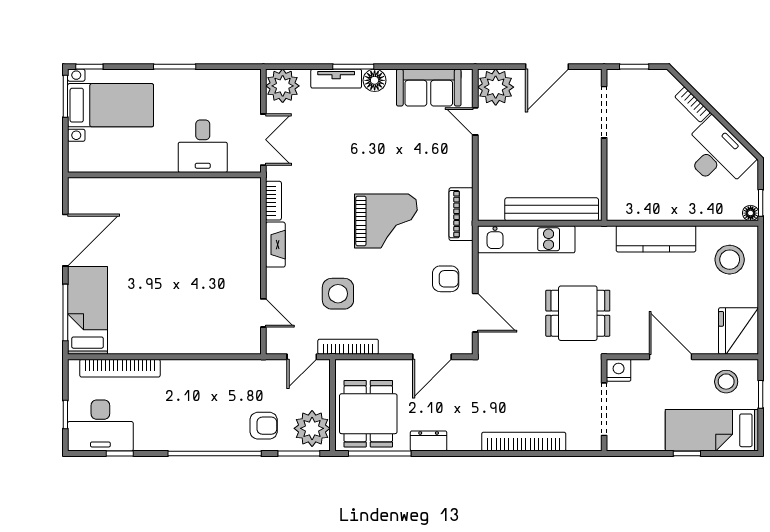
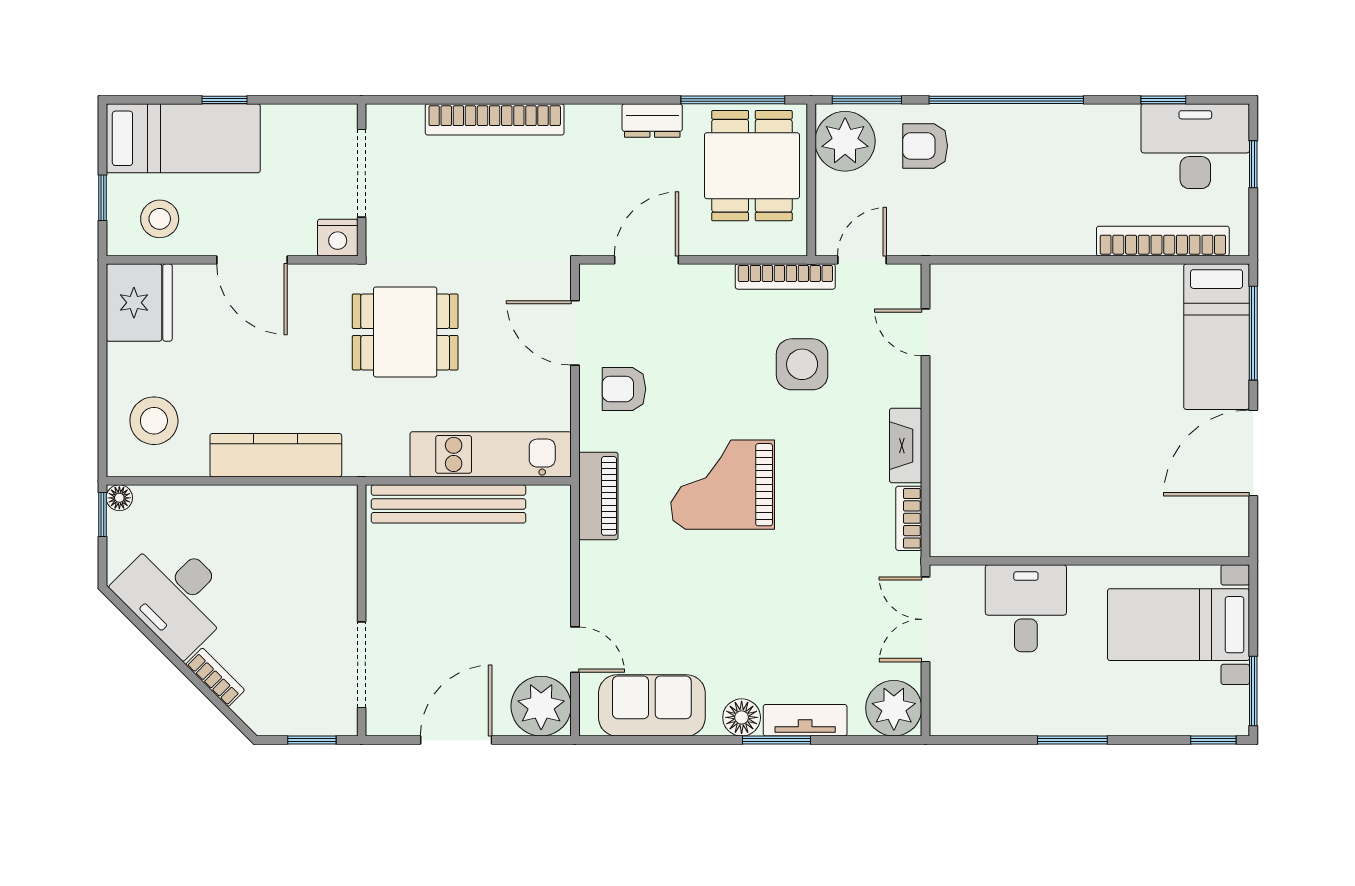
bed with nightstands: (111, 105) -> (1178, 625), moved

